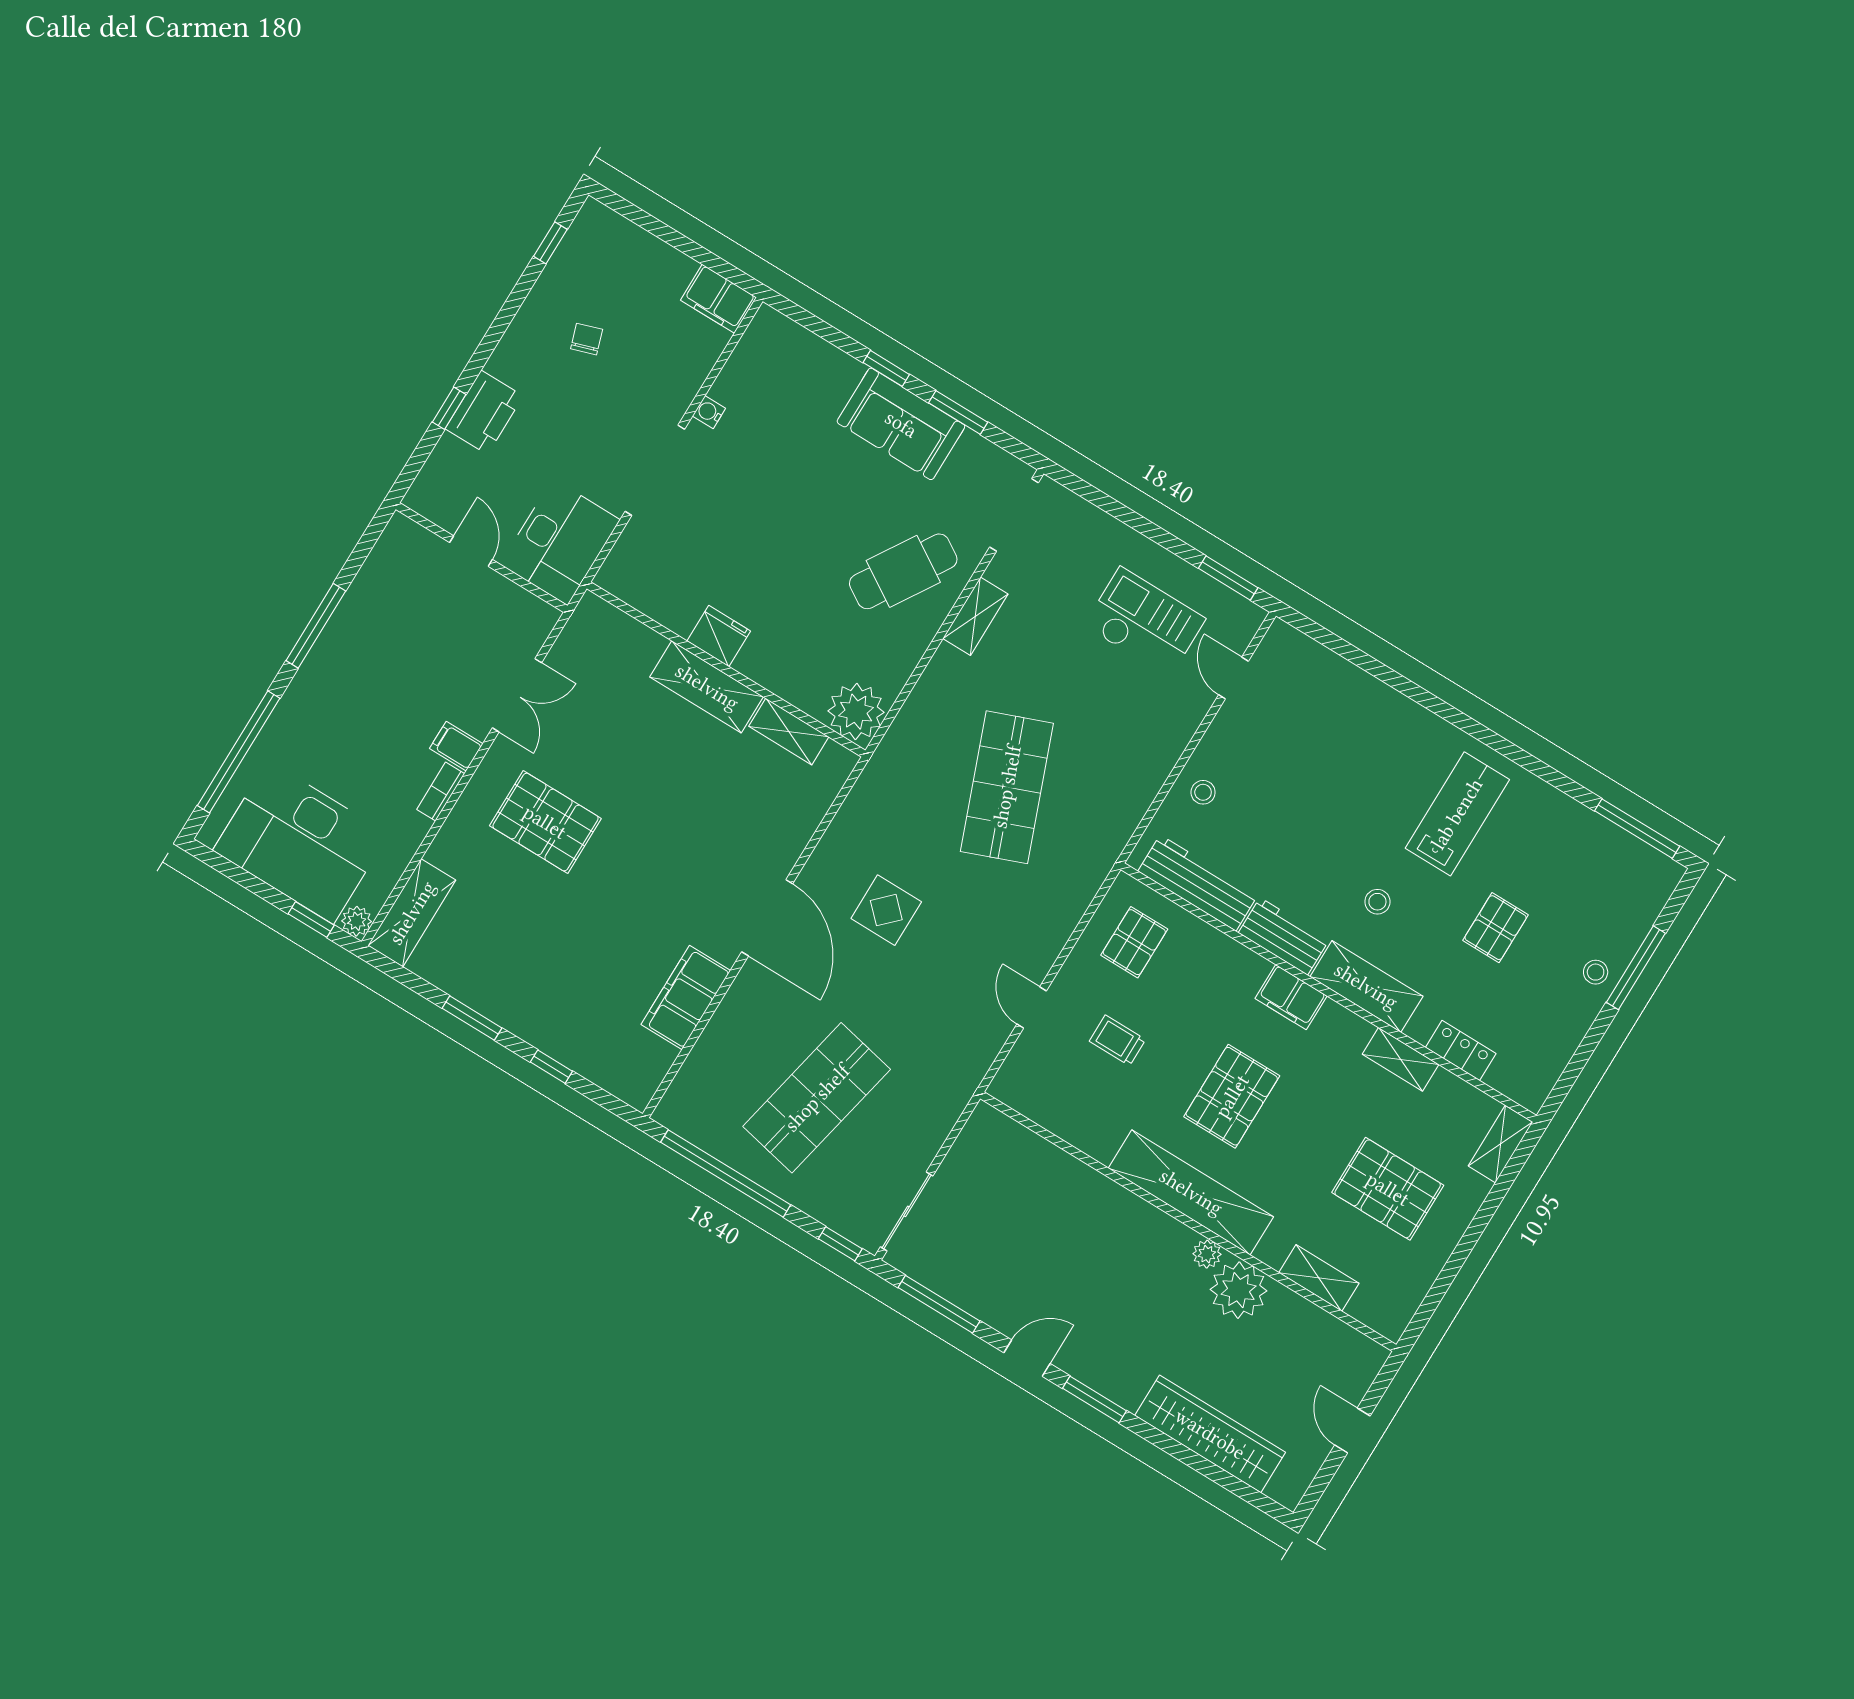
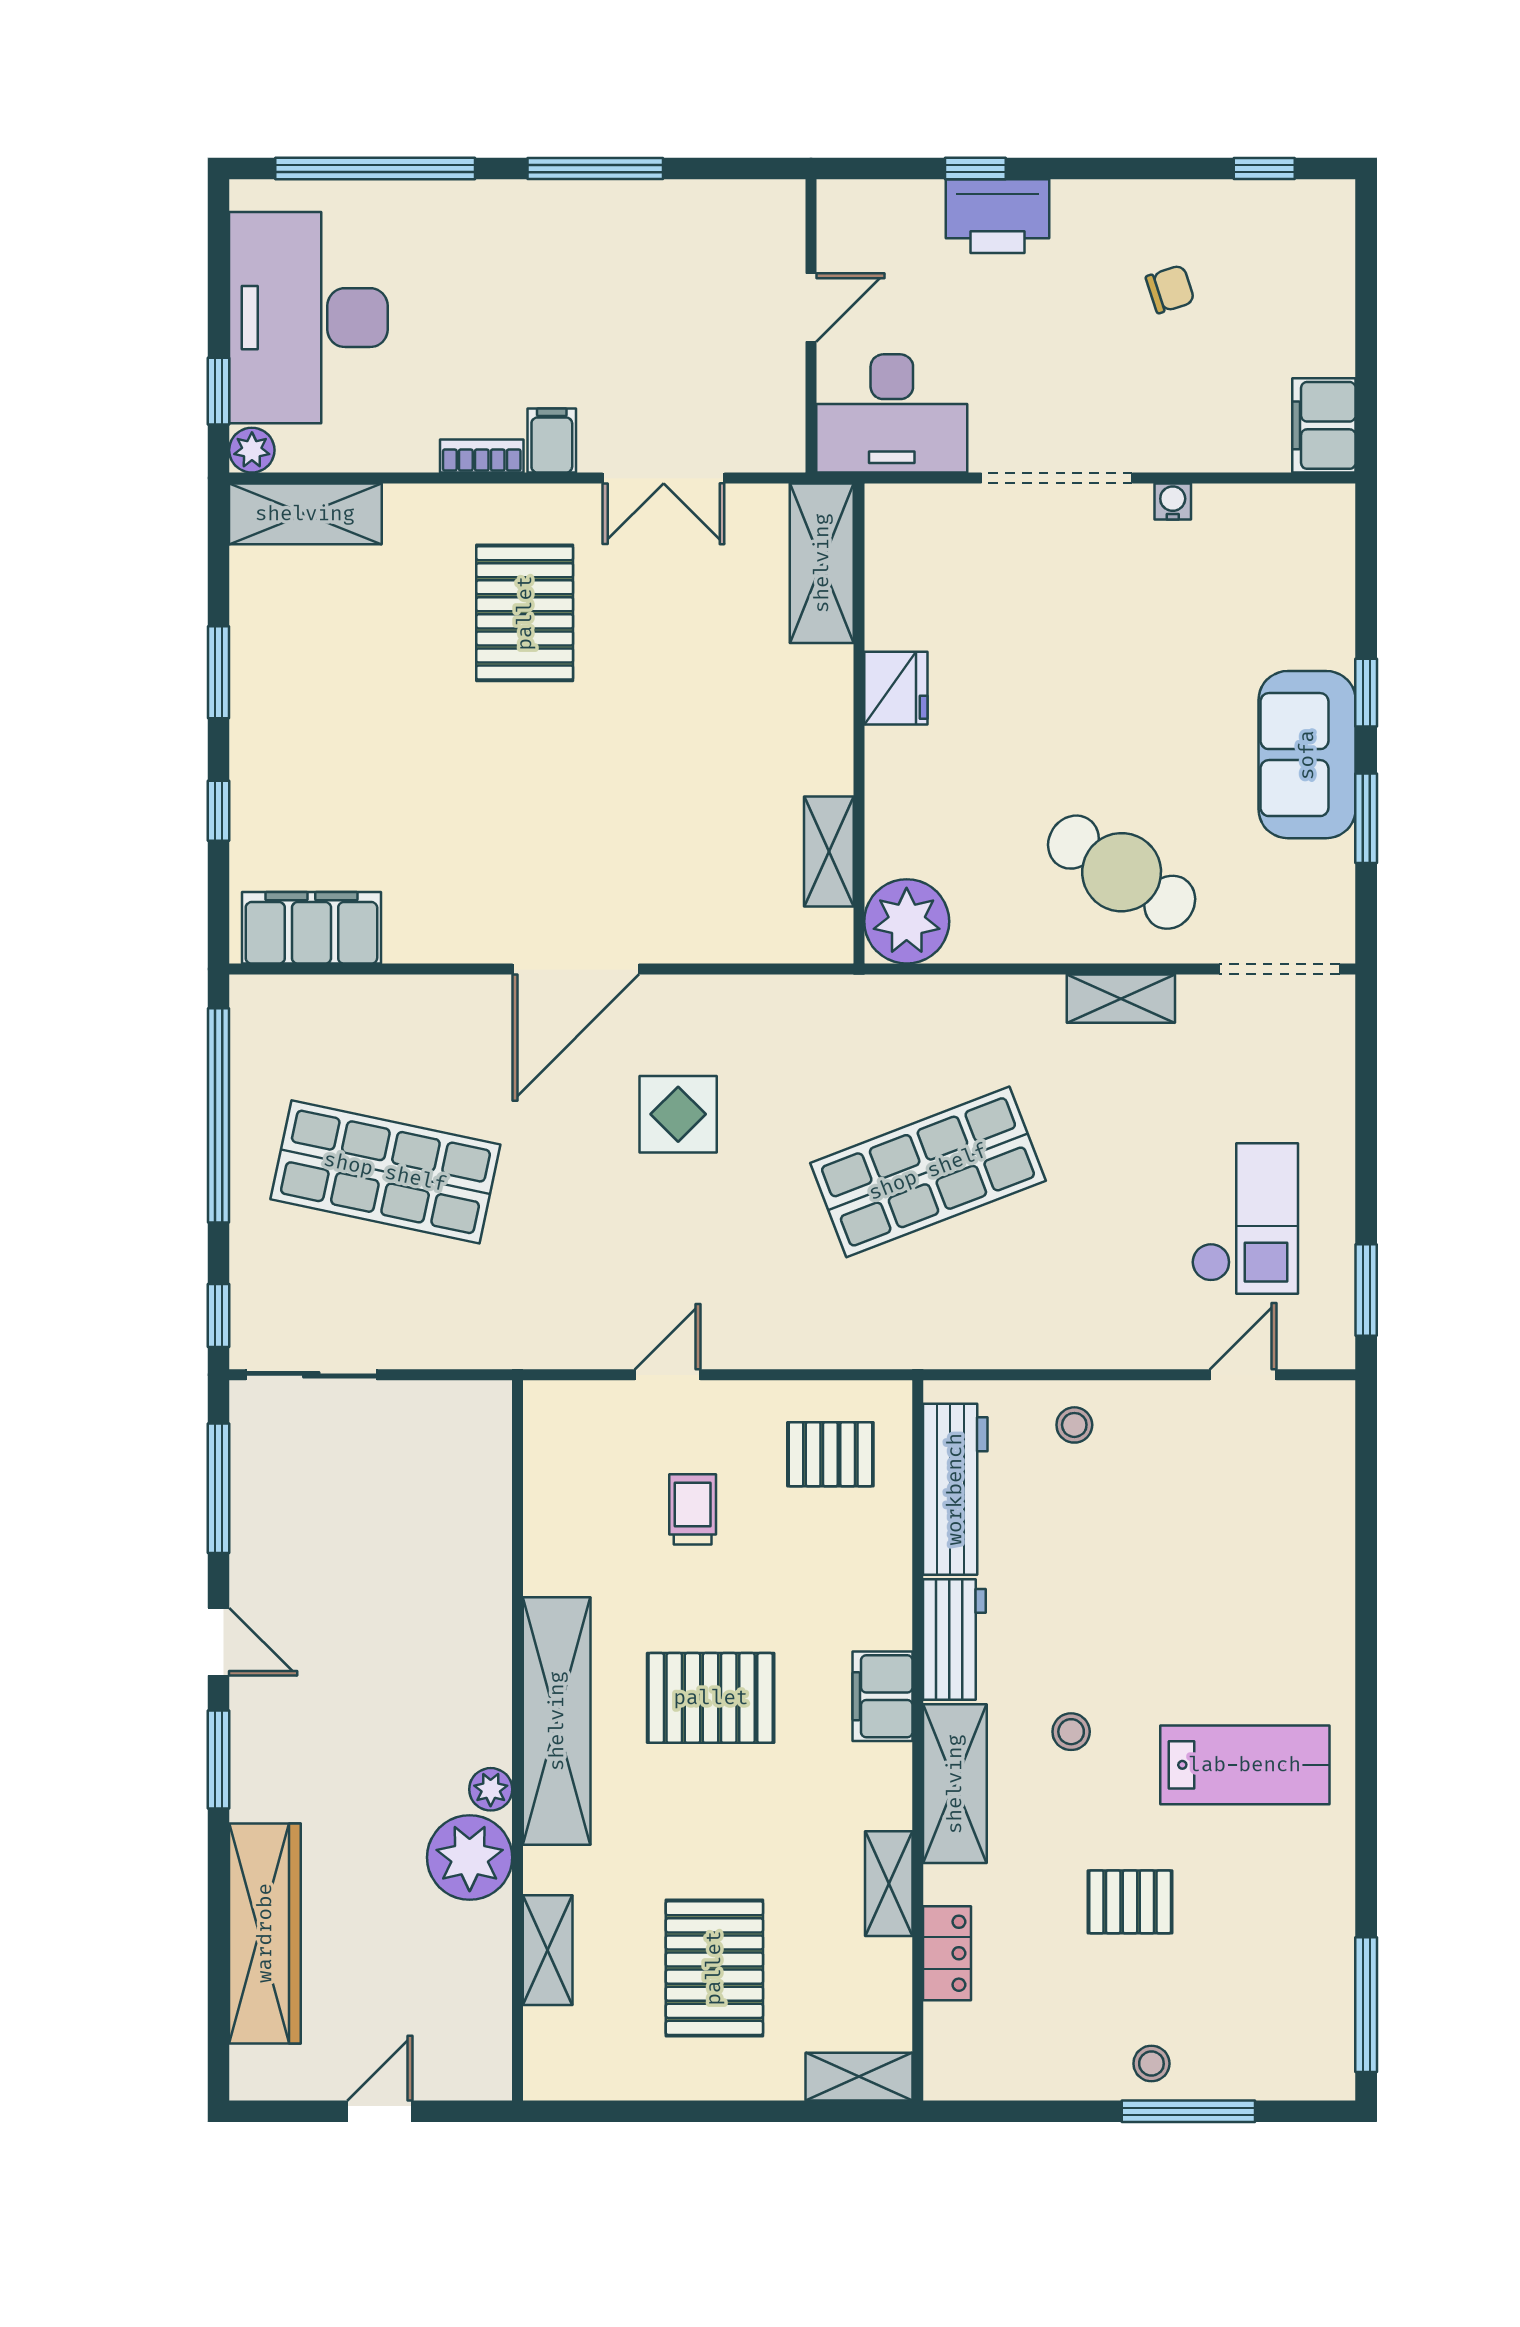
shelving: (707, 687) -> (822, 563), moved
filing cabinet: (686, 997) -> (311, 928), moved

